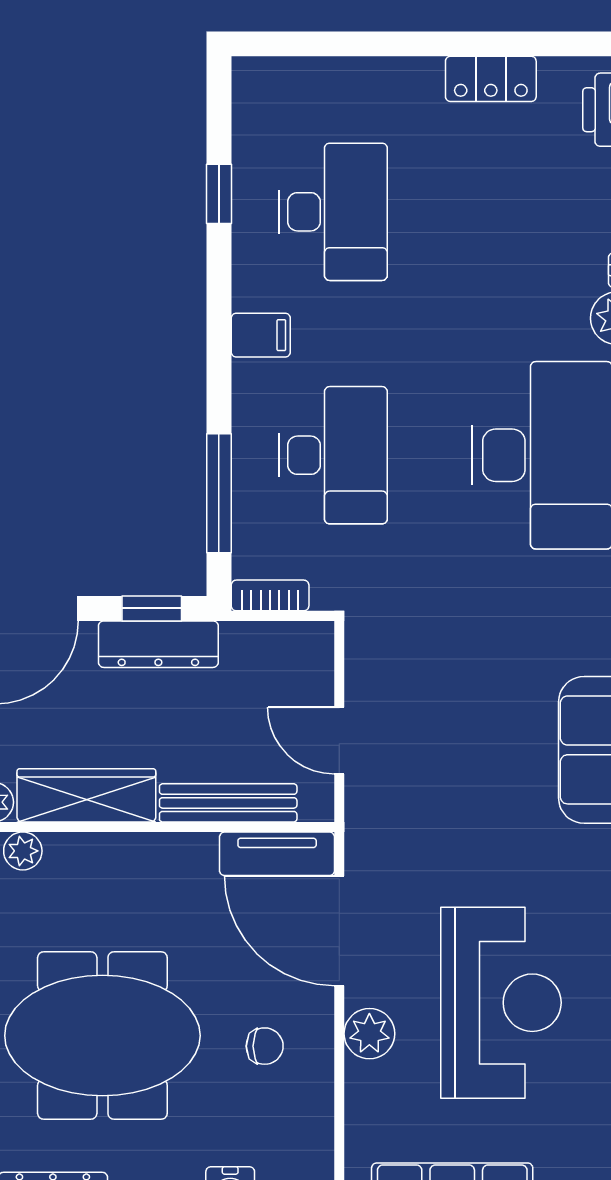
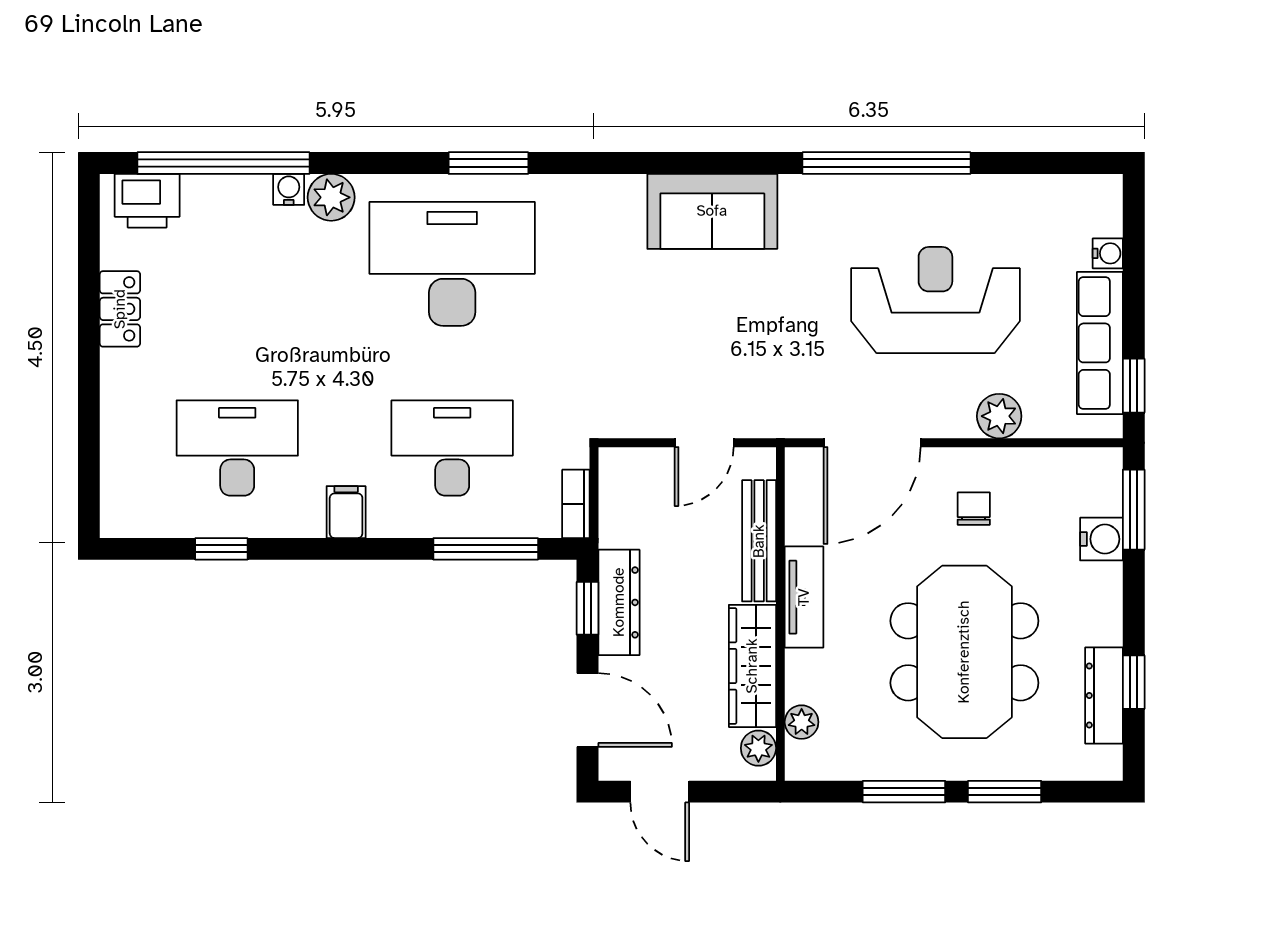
tv unit: (277, 854) -> (804, 597), moved
plant: (369, 1034) -> (999, 416), moved

